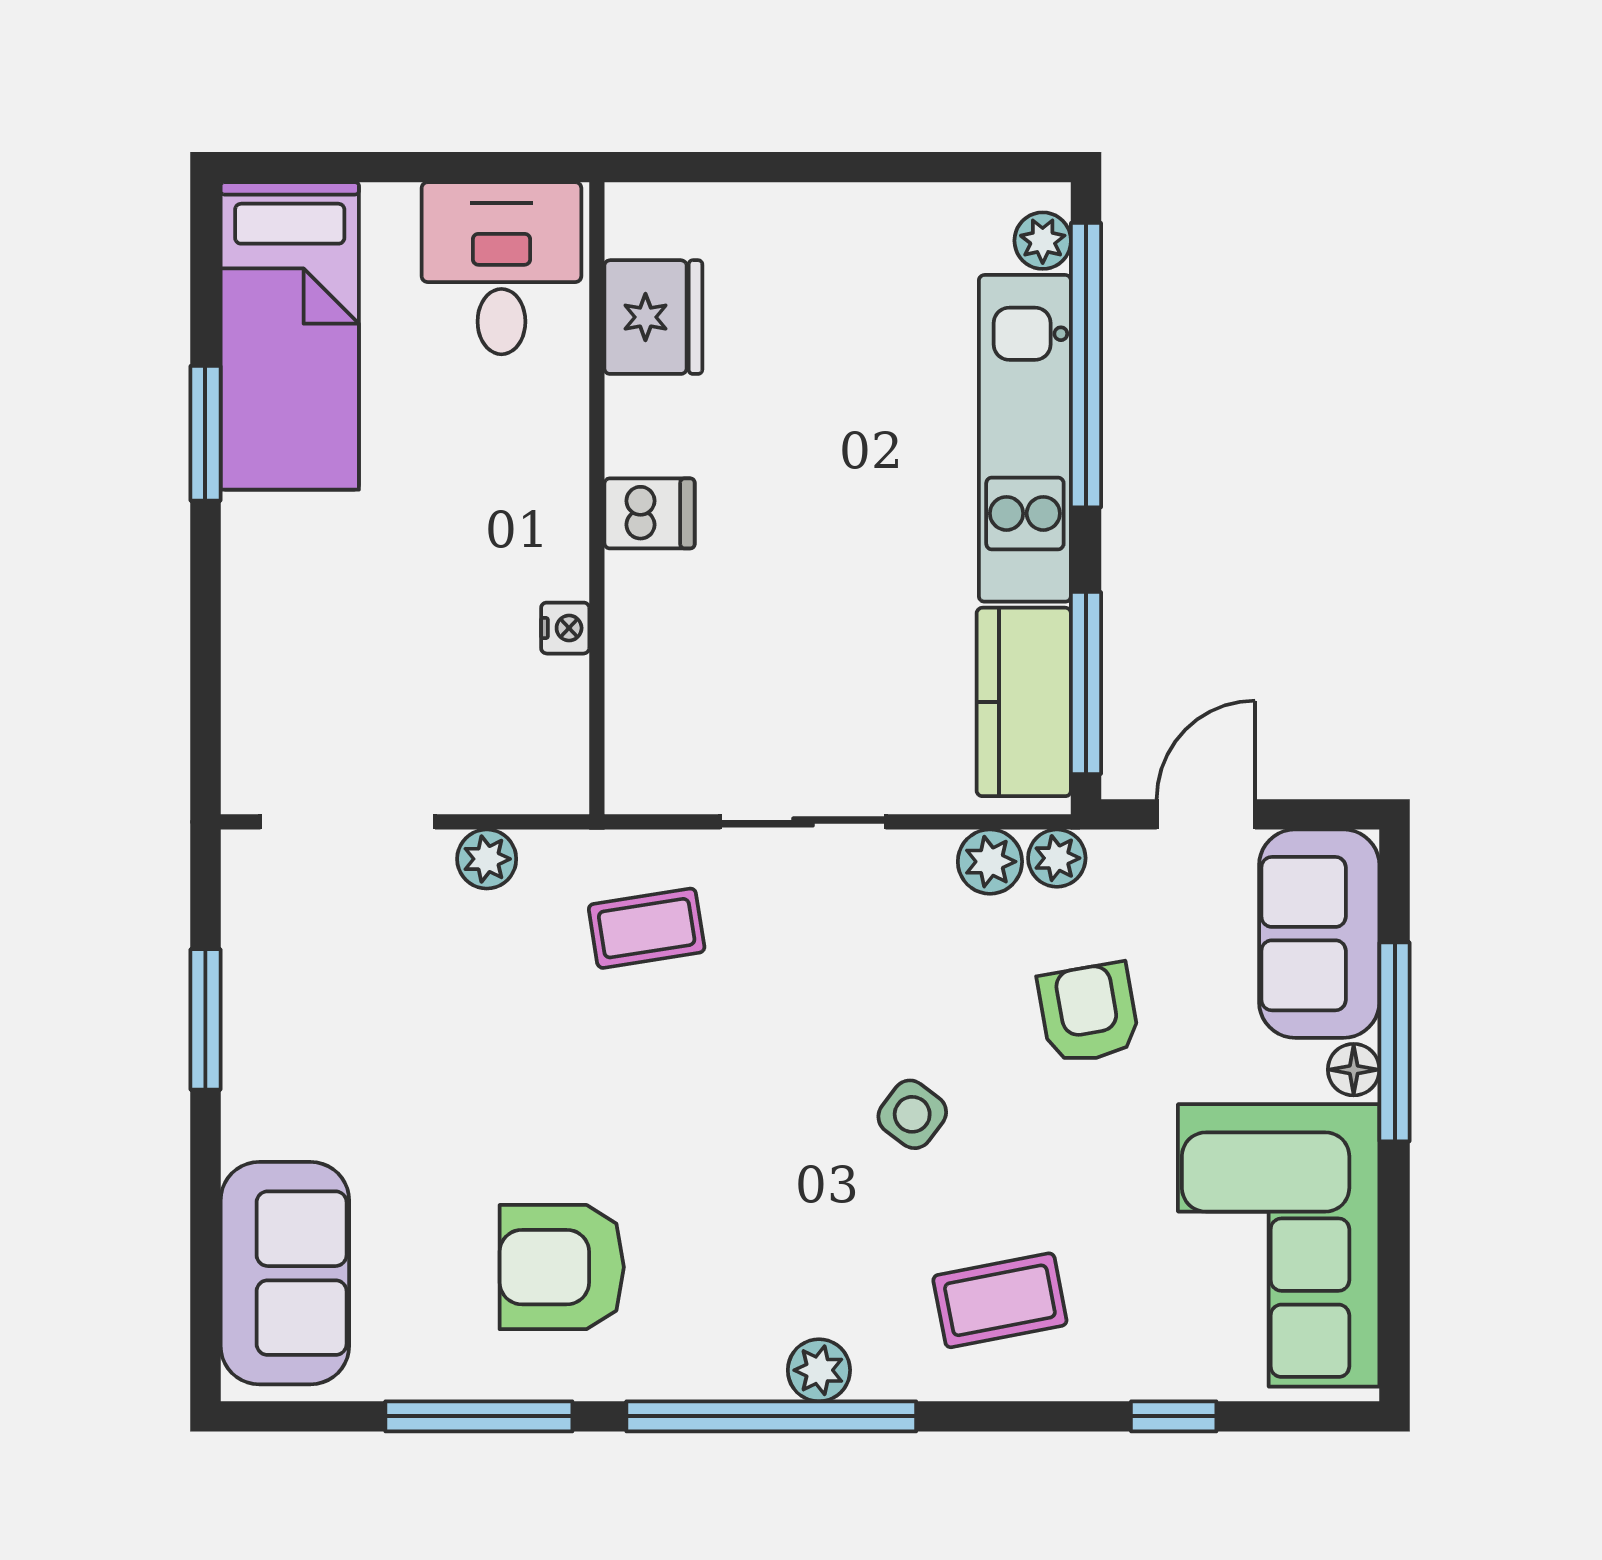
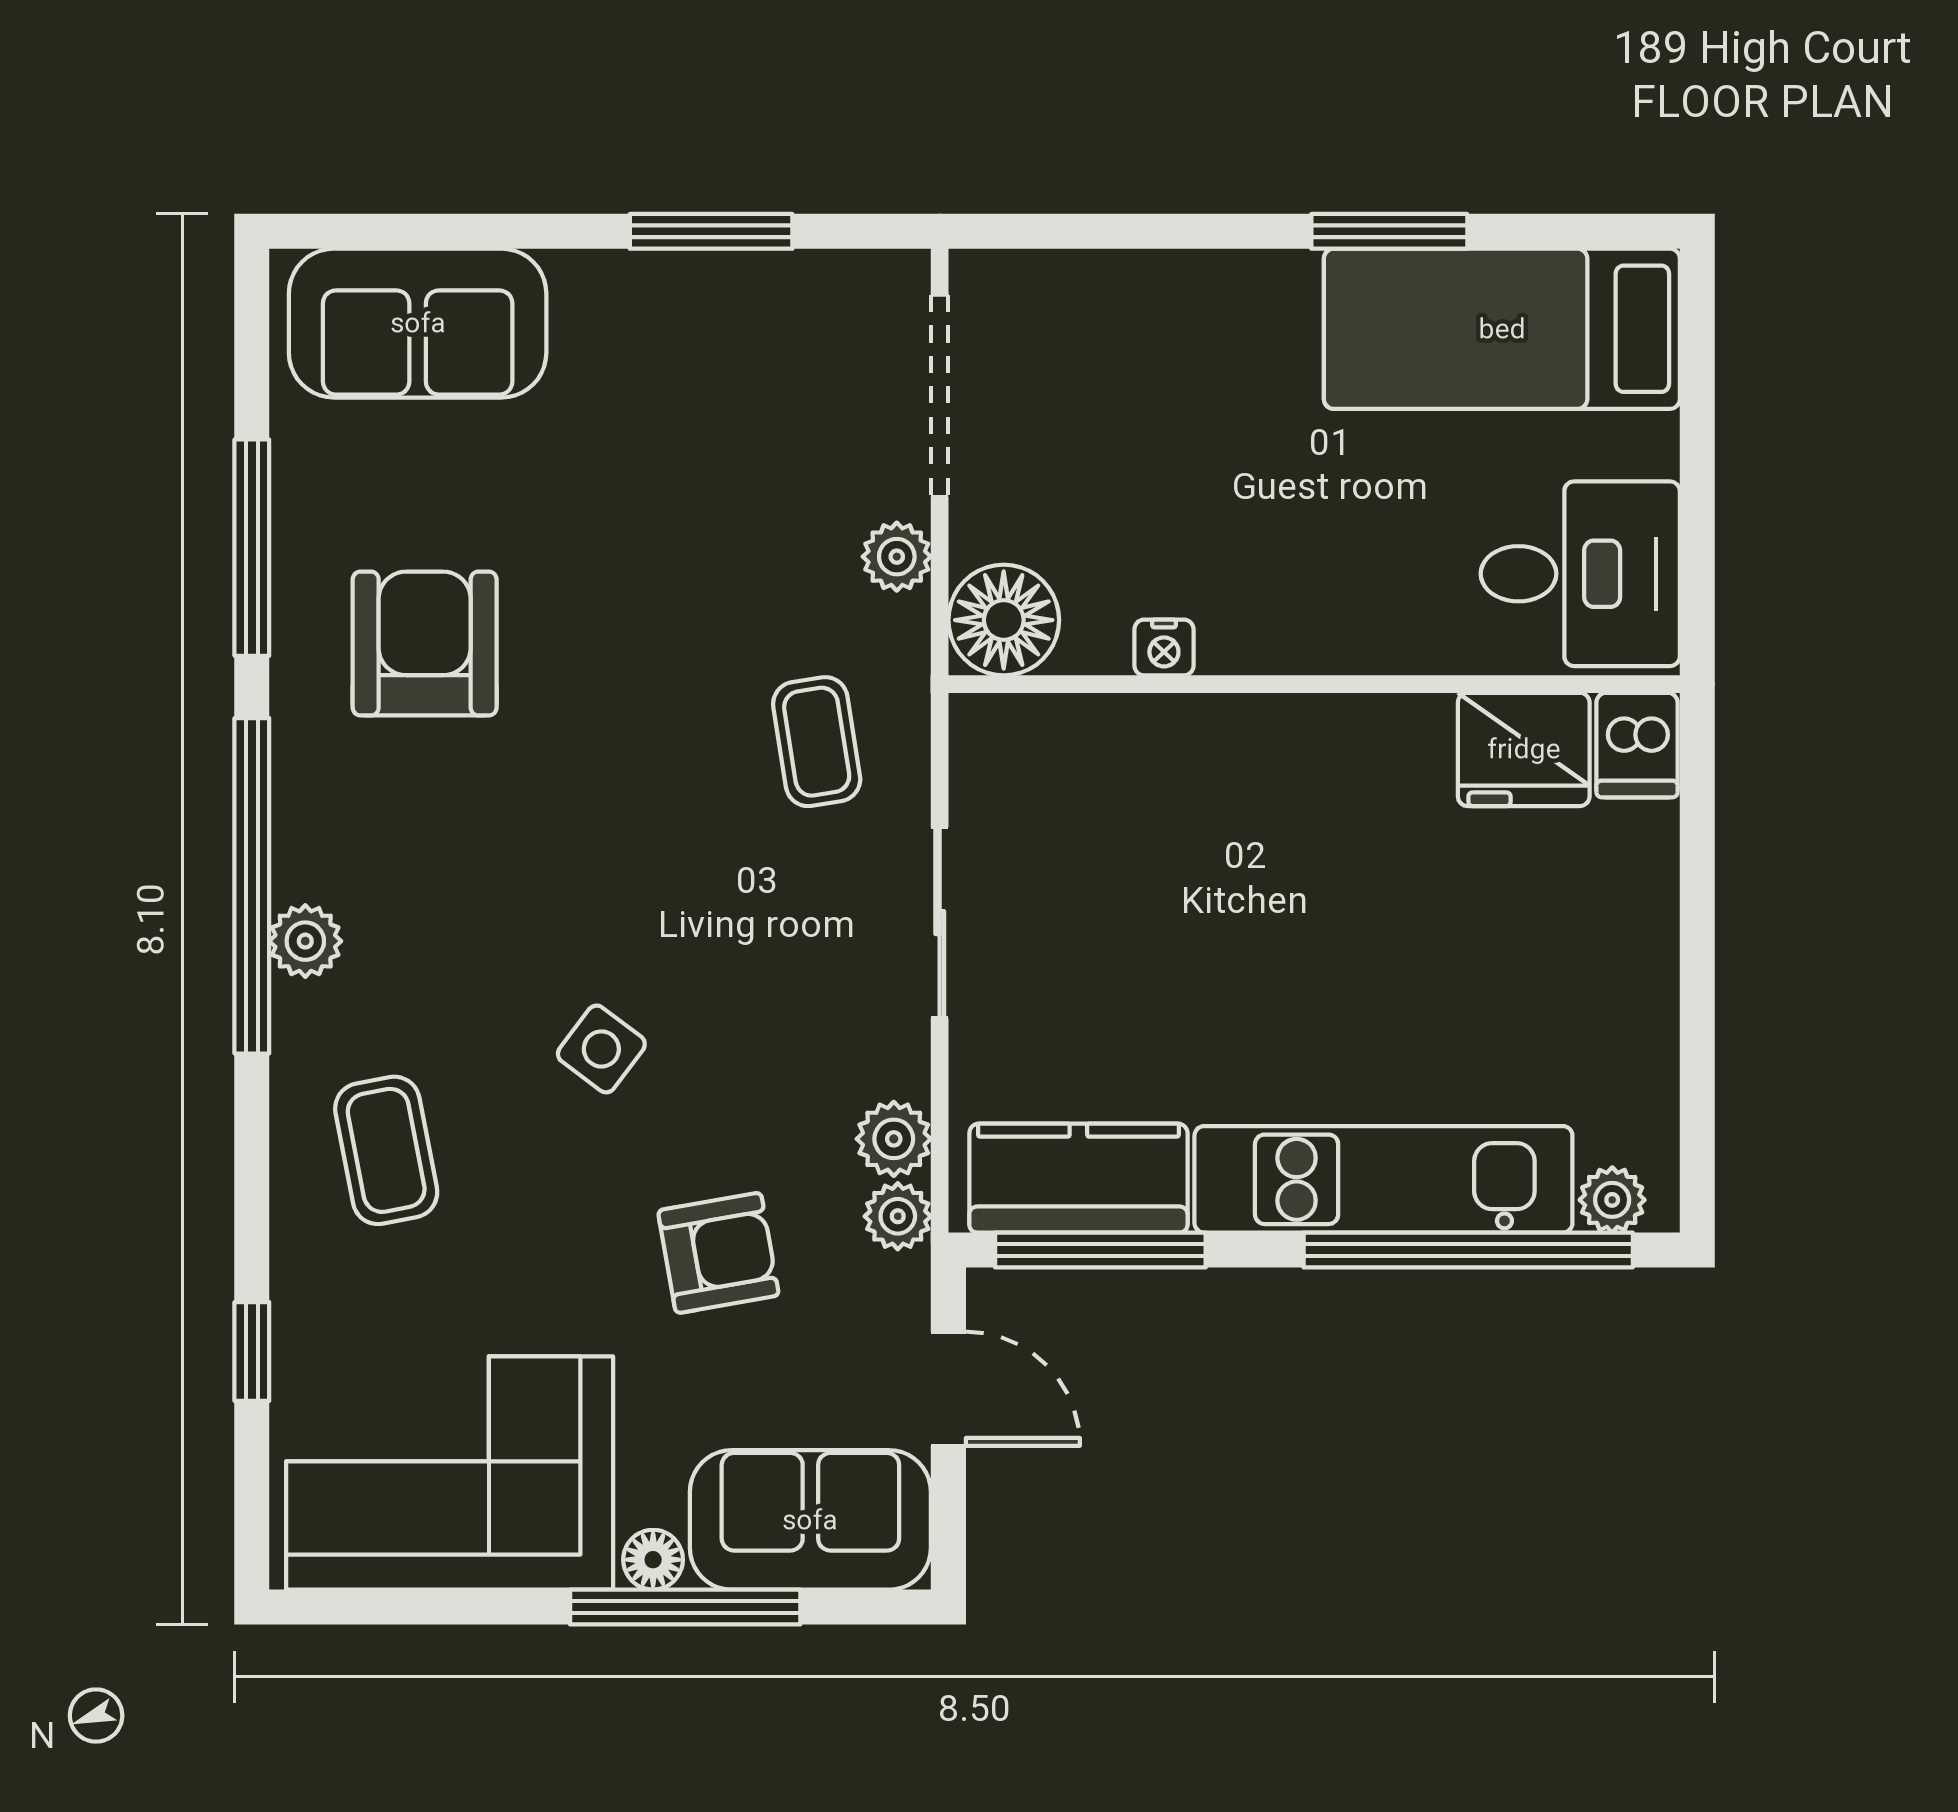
dishwasher: (650, 513) -> (1637, 745), moved
floor lamp: (541, 767) -> (1004, 620), added

